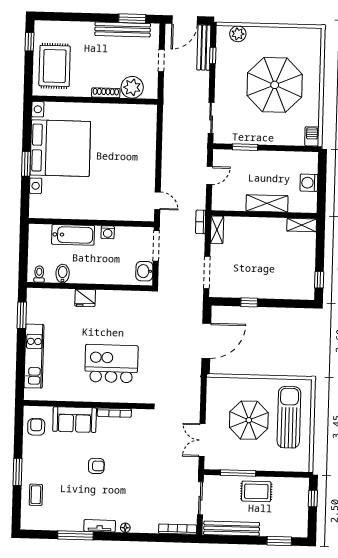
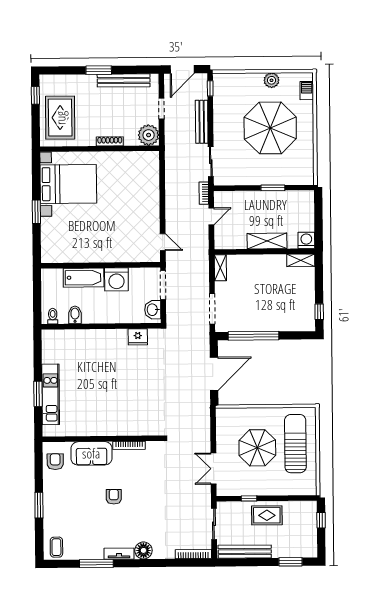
window: (132, 19) -> (99, 70), moved
plant: (238, 34) -> (272, 80), moved
bench: (204, 48) -> (202, 122), moved
window: (213, 55) -> (210, 88), moved
plant: (132, 87) -> (149, 135), moved
barbecue: (312, 136) -> (307, 91), moved
window: (245, 147) -> (273, 188), moved
bed with nightstands: (60, 148) -> (68, 184), width x0.73
washing machine: (309, 183) -> (306, 240), moved, turned 90
bookcase: (201, 222) -> (204, 193), moved
washing machine: (108, 232) -> (116, 279), width x1.89, depth x1.89
fridge: (85, 298) -> (138, 337), moved
window: (249, 302) -> (253, 336), width x3.17
window: (22, 315) -> (38, 394), moved
kitchen island: (111, 364) -> (125, 399), removed
armchair: (96, 466) -> (114, 497), turned -90
window: (238, 473) -> (249, 498), width x0.46
coffee table: (36, 495) -> (56, 547), moved
floor lamp: (125, 528) -> (143, 550), width x1.89, depth x1.89

